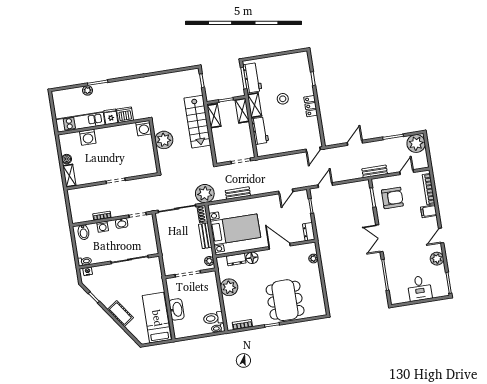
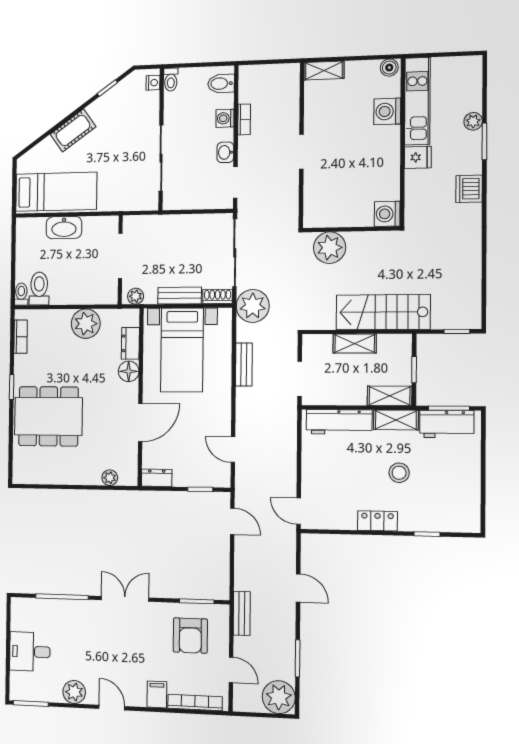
dishwasher: (125, 115) -> (469, 189), moved, turned 180
shelving: (214, 116) -> (355, 344), moved
workbench: (260, 131) -> (339, 422), width x1.38
plant: (164, 140) -> (330, 248), moved
boiler: (67, 159) -> (389, 68), moved

